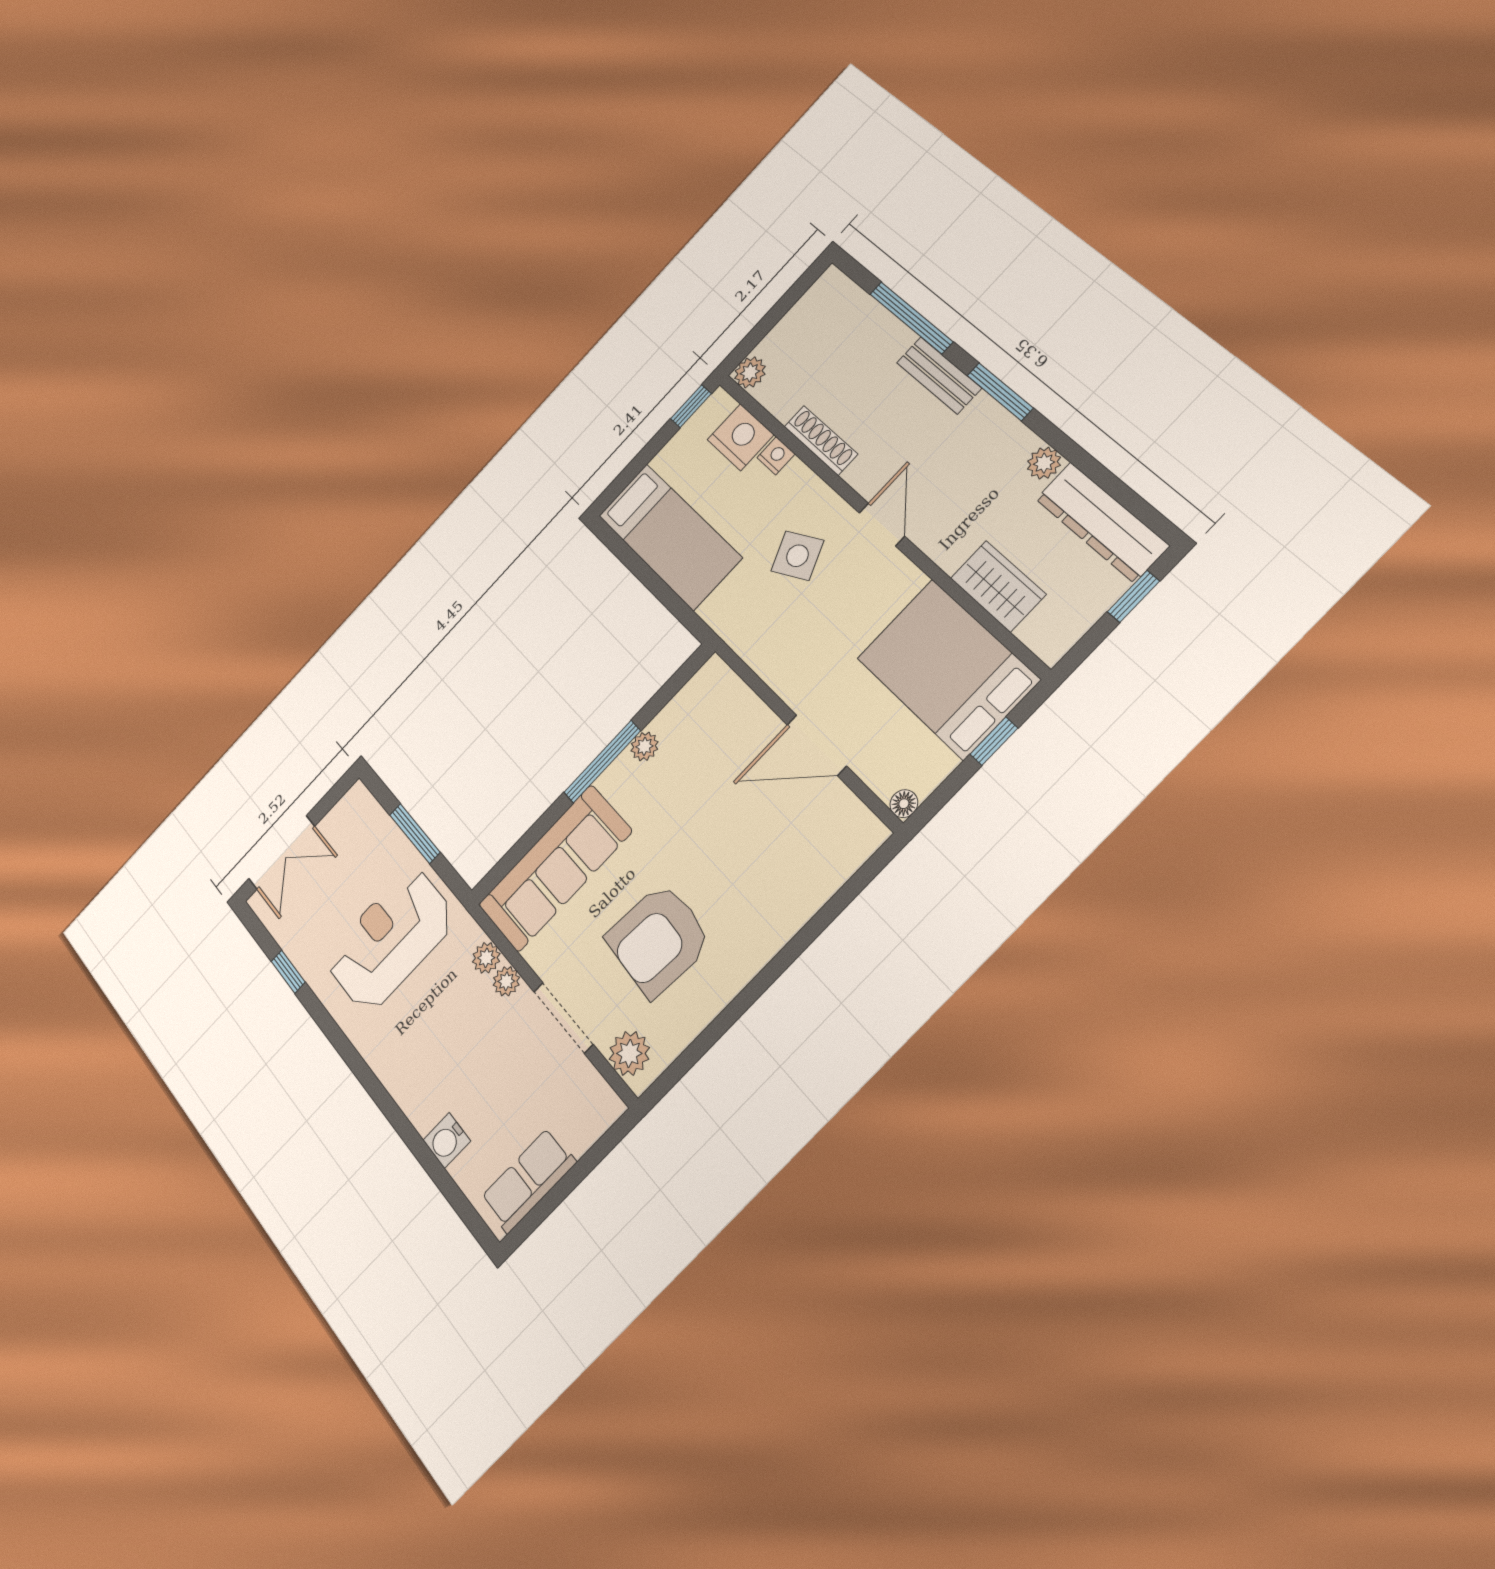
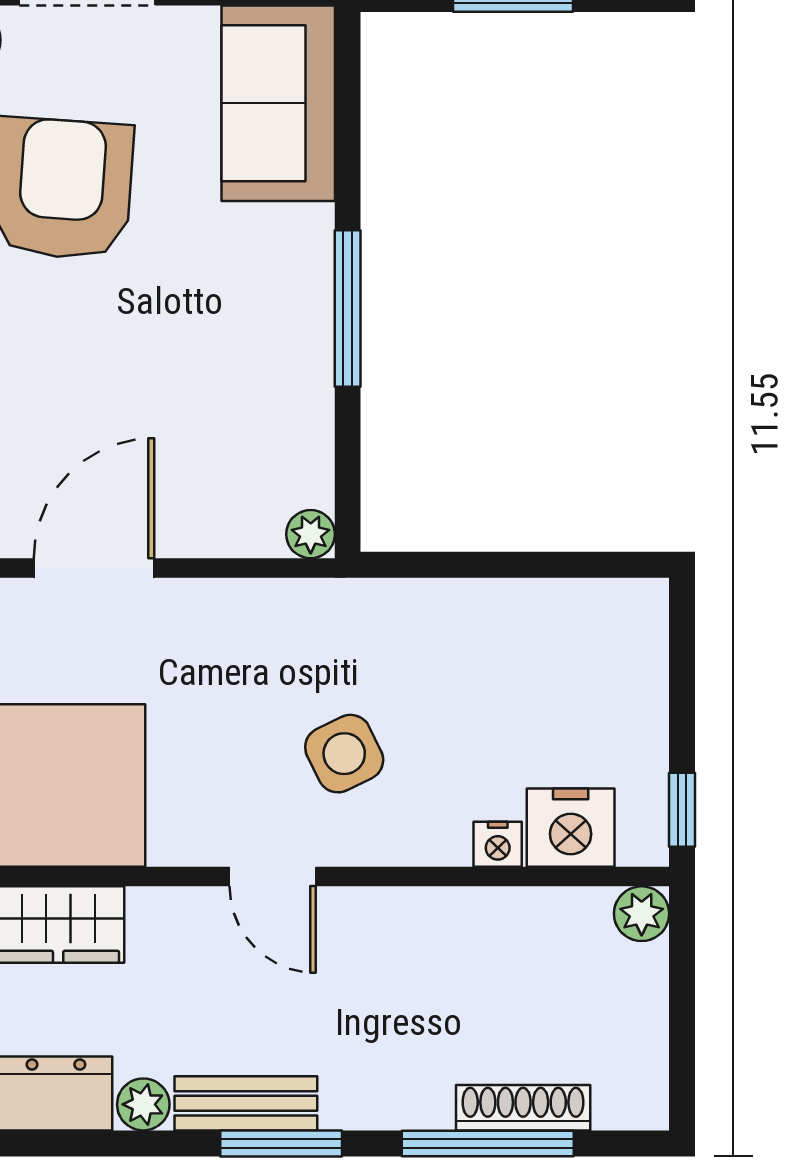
bench: (939, 375) -> (246, 1103), moved
shoe rack: (821, 440) -> (523, 1108), moved, turned 180
bed: (670, 537) -> (541, 635), removed
plant: (645, 746) -> (311, 534), moved
sofa: (555, 868) -> (278, 103), width x0.73

